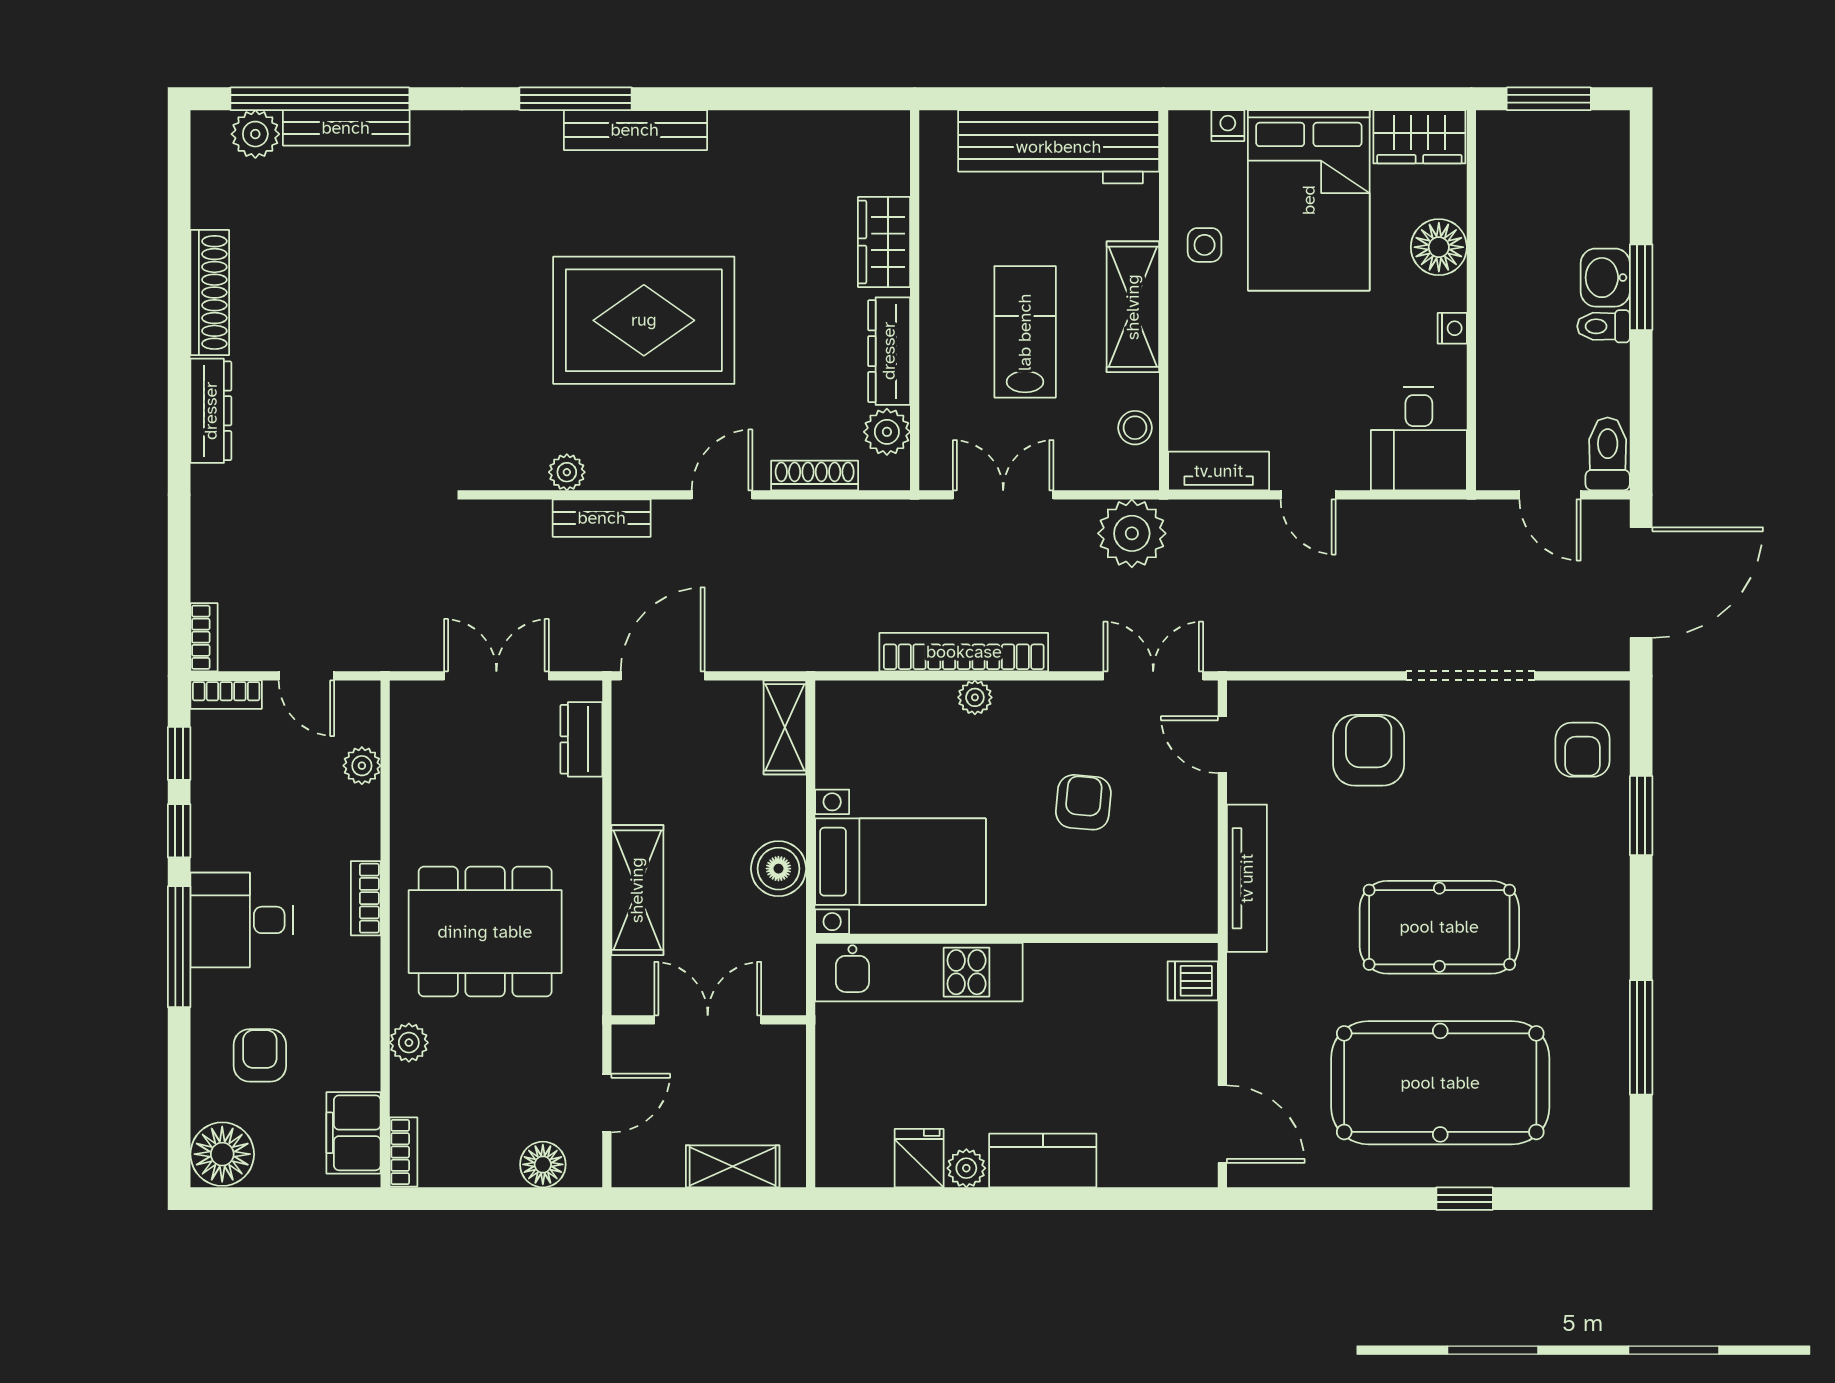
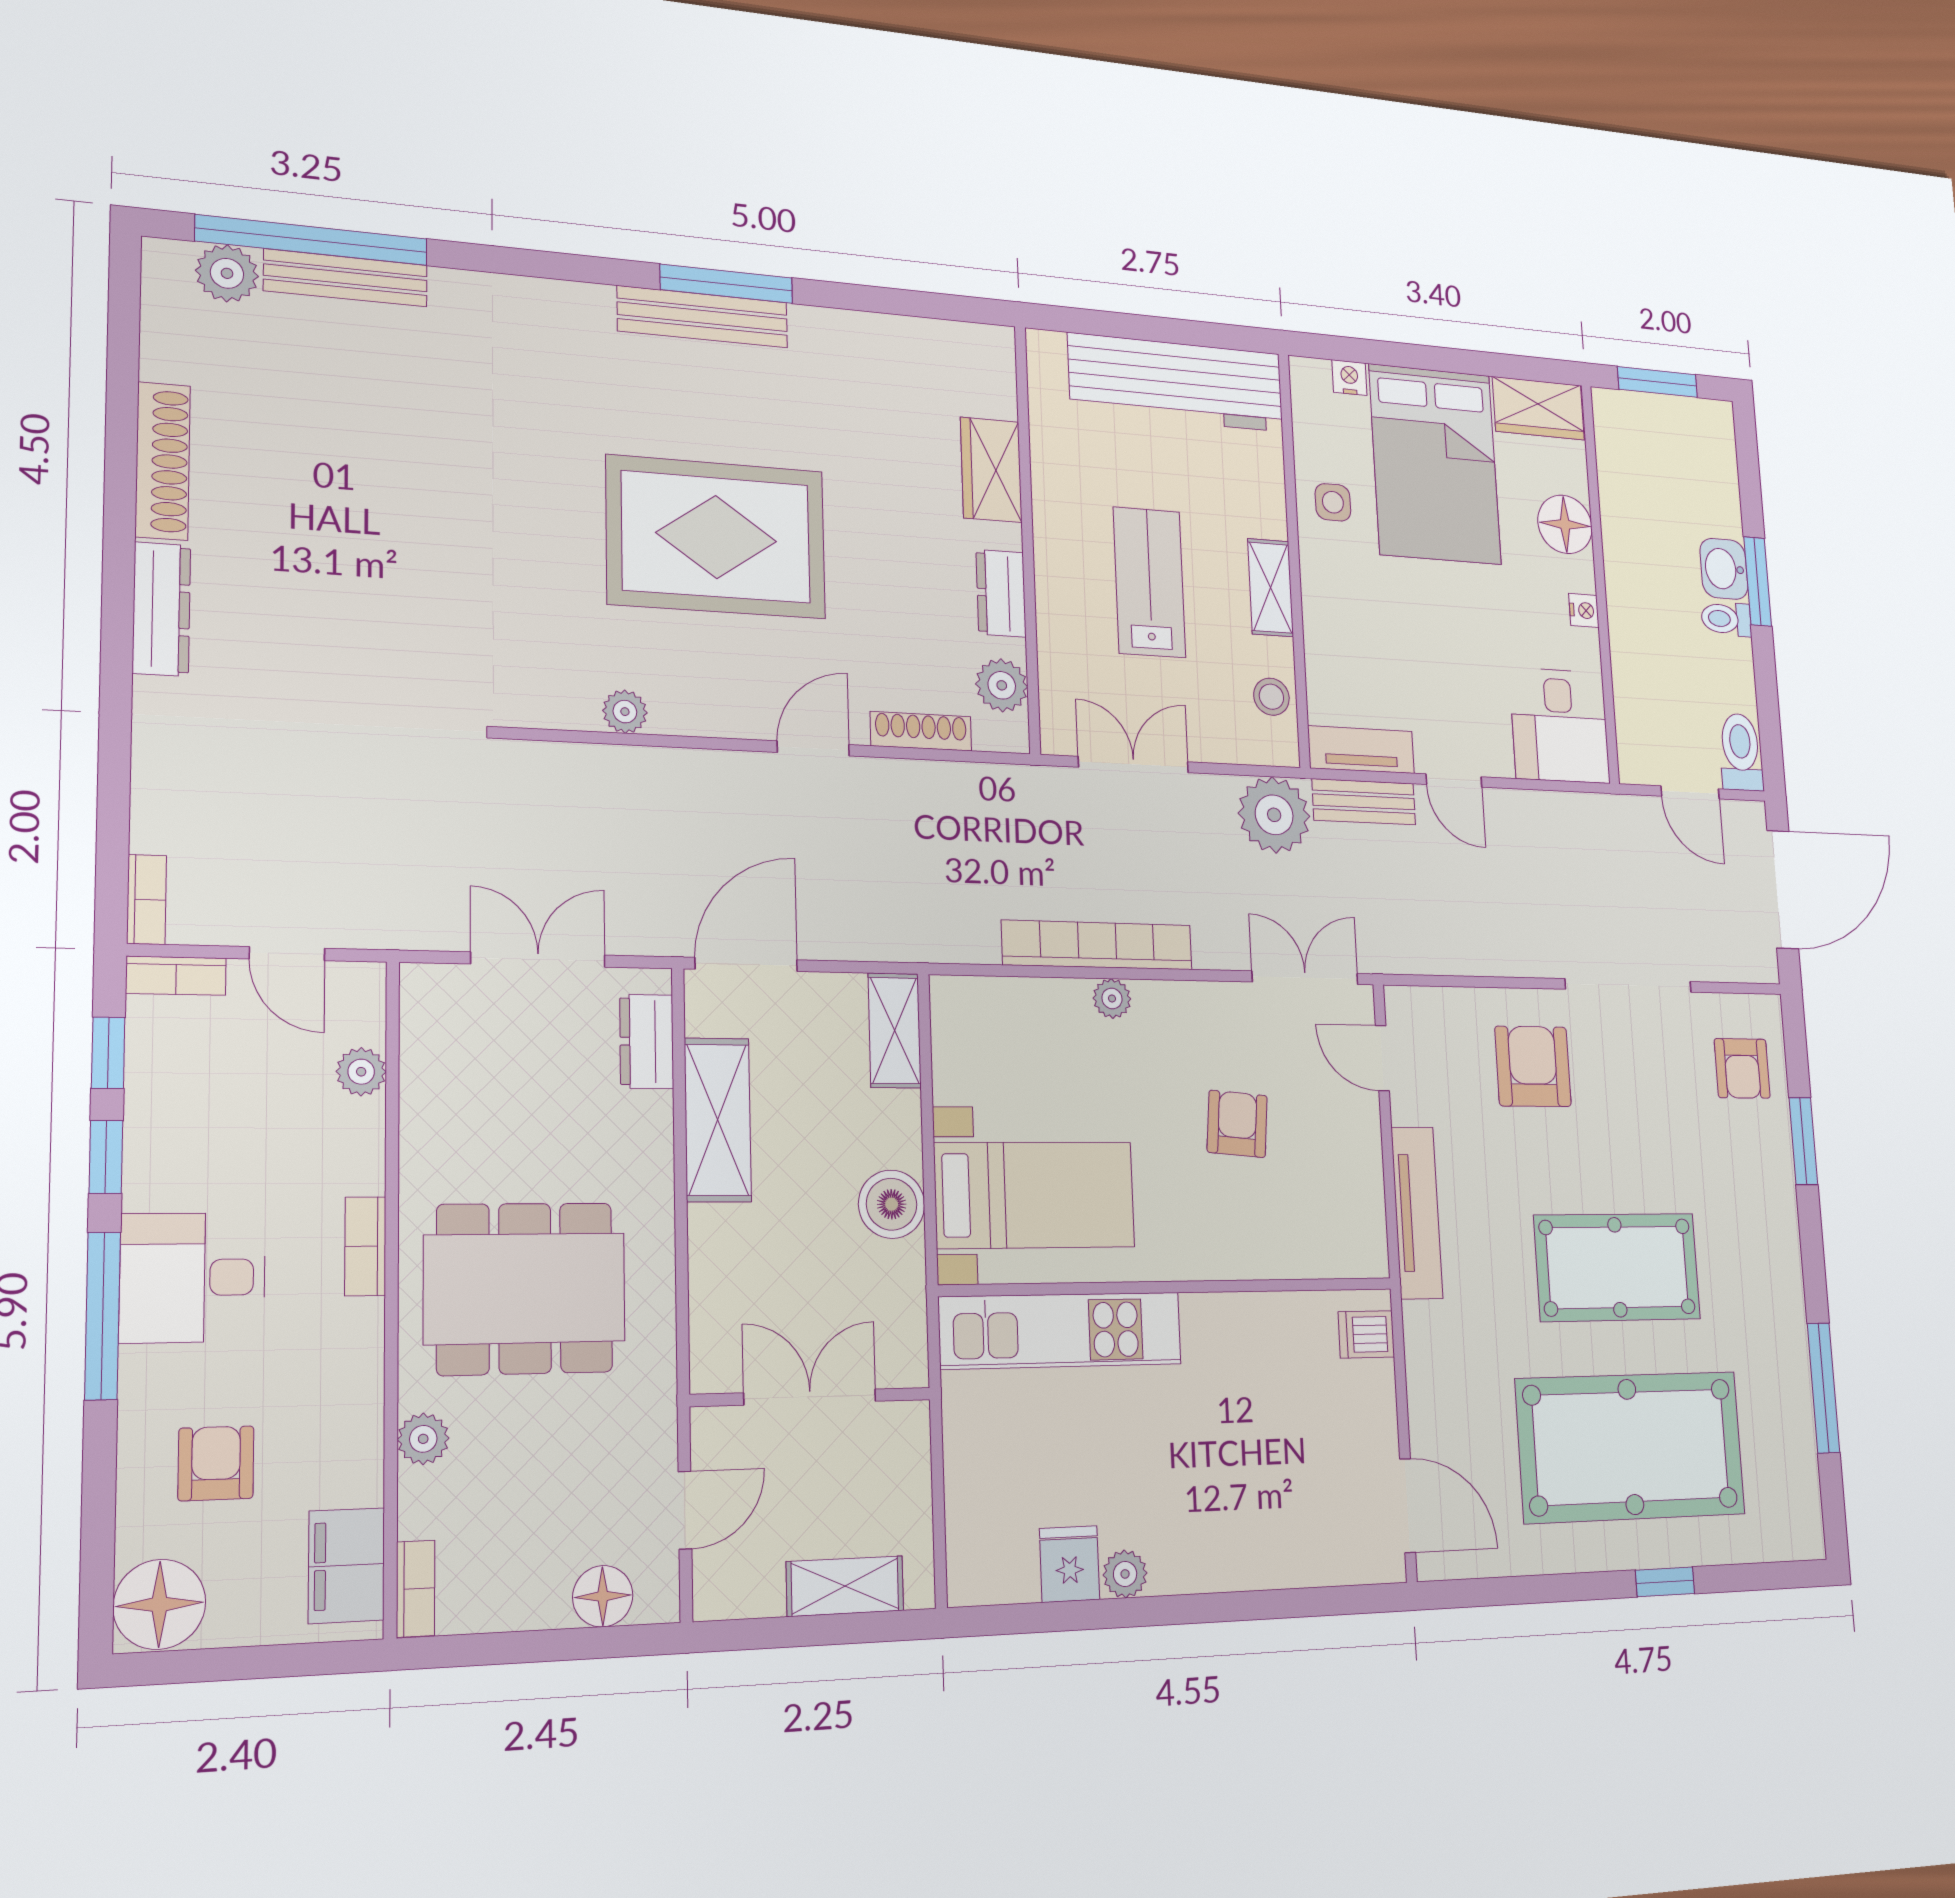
window: (575, 99) -> (727, 284), moved
shelving: (1133, 307) -> (1271, 588), width x0.67, depth x0.75
dresser: (889, 351) -> (1001, 593), width x0.70
bench: (602, 518) -> (1364, 802), moved
shelving: (637, 890) -> (718, 1120), moved
kitchen counter: (1043, 1160) -> (1212, 1560), removed

